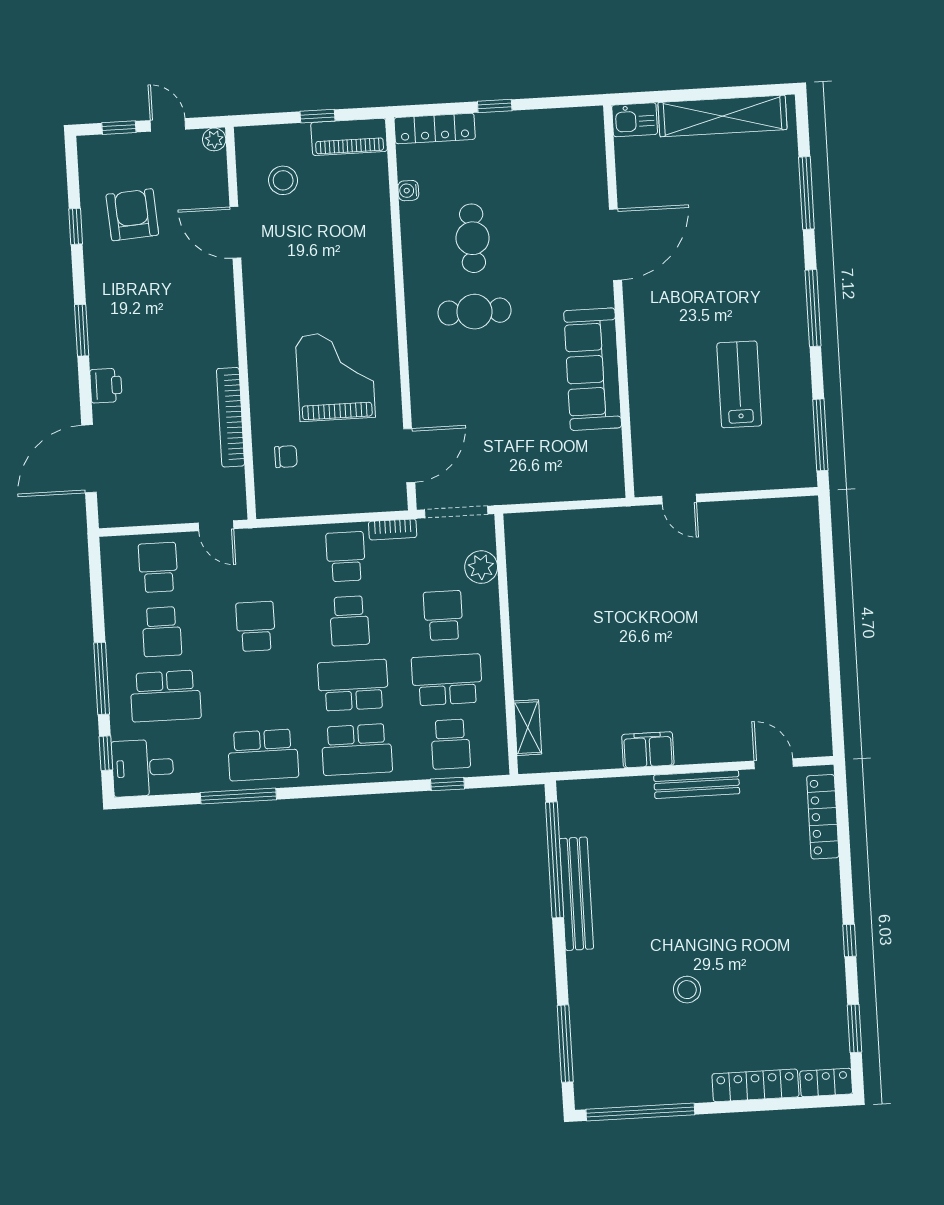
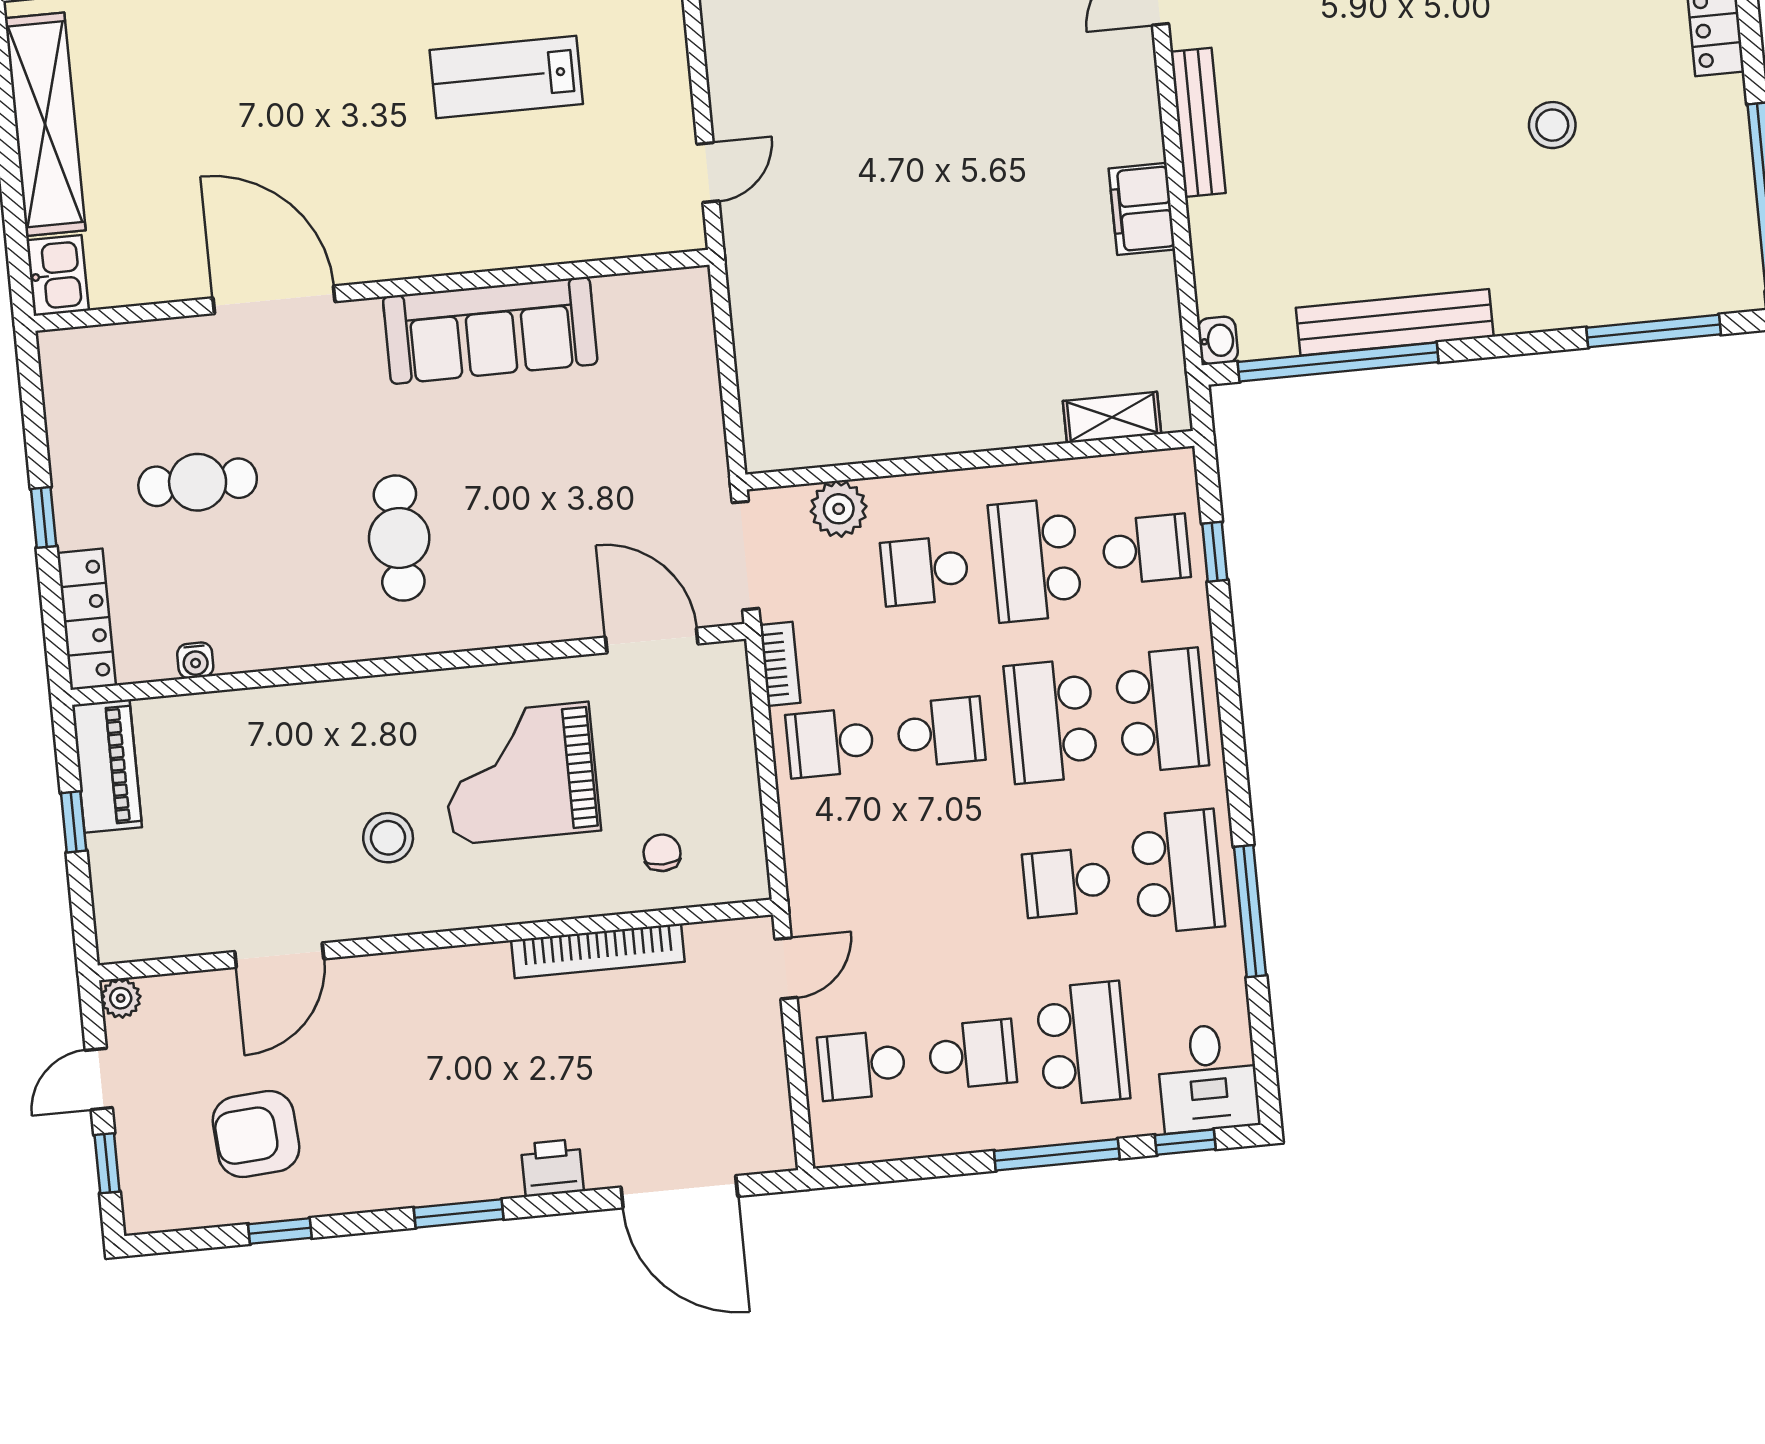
stool: (283, 180) -> (388, 838), moved
cafe table: (473, 238) -> (198, 482), moved
school desk: (256, 626) -> (1067, 882), moved
washbasin: (570, 791) -> (1218, 340), added

